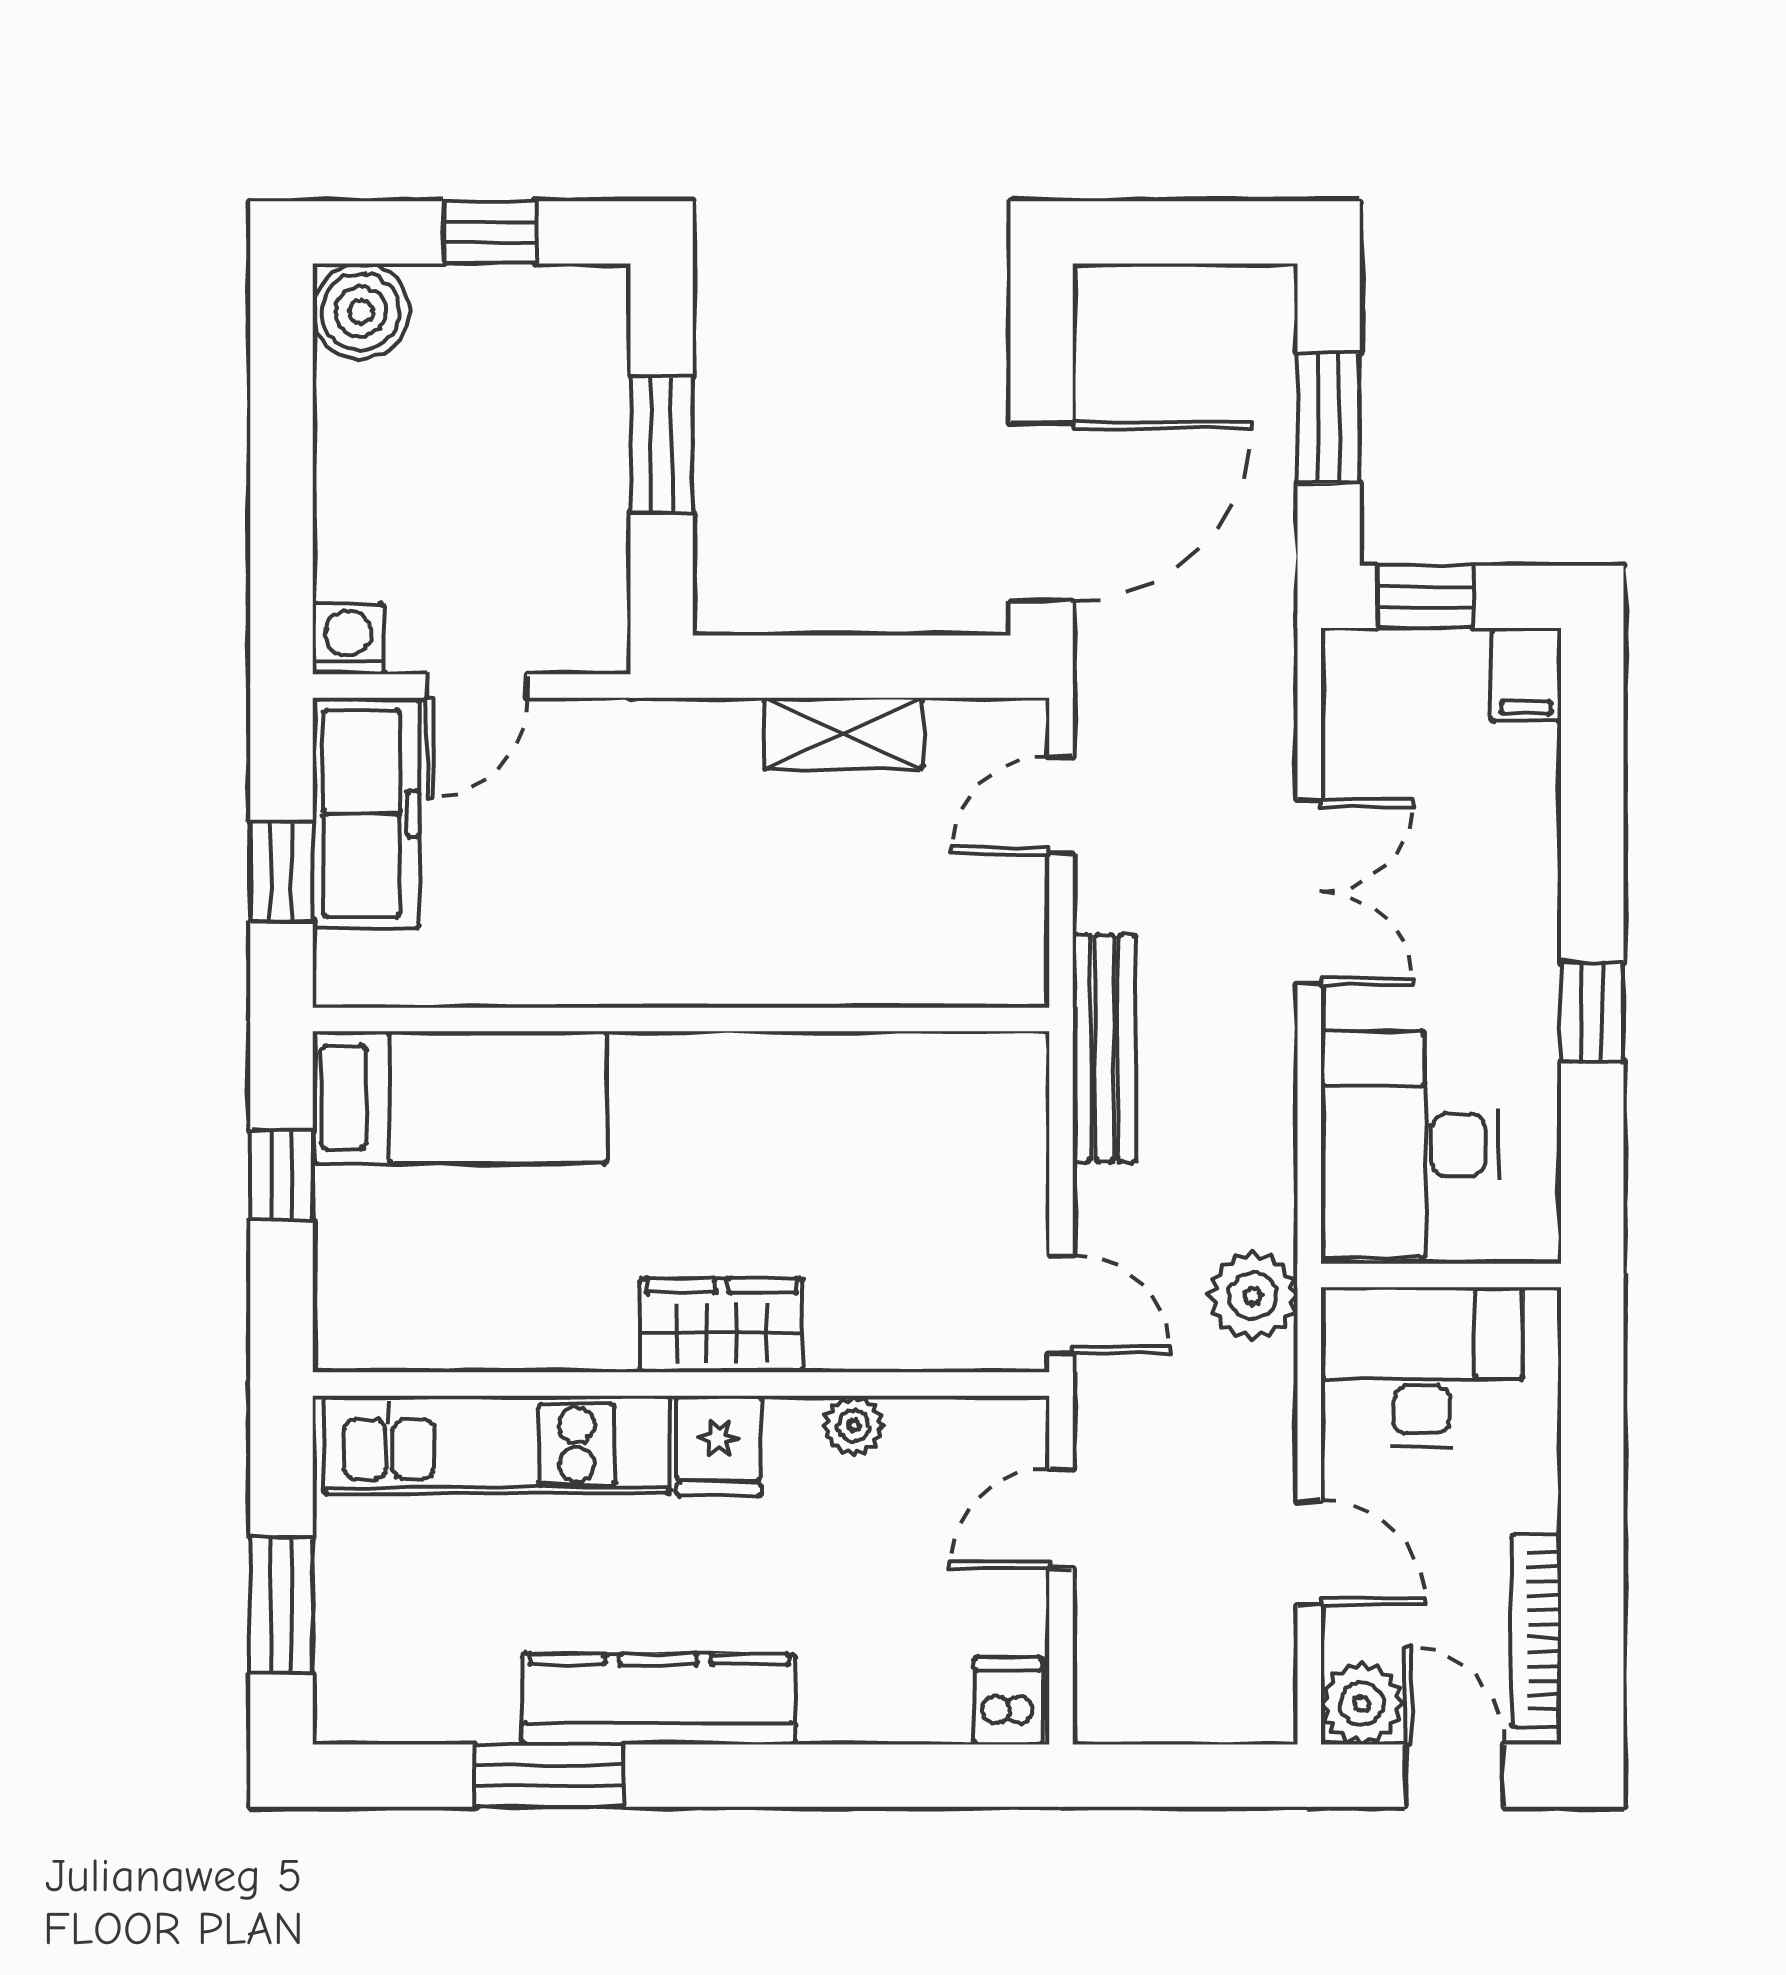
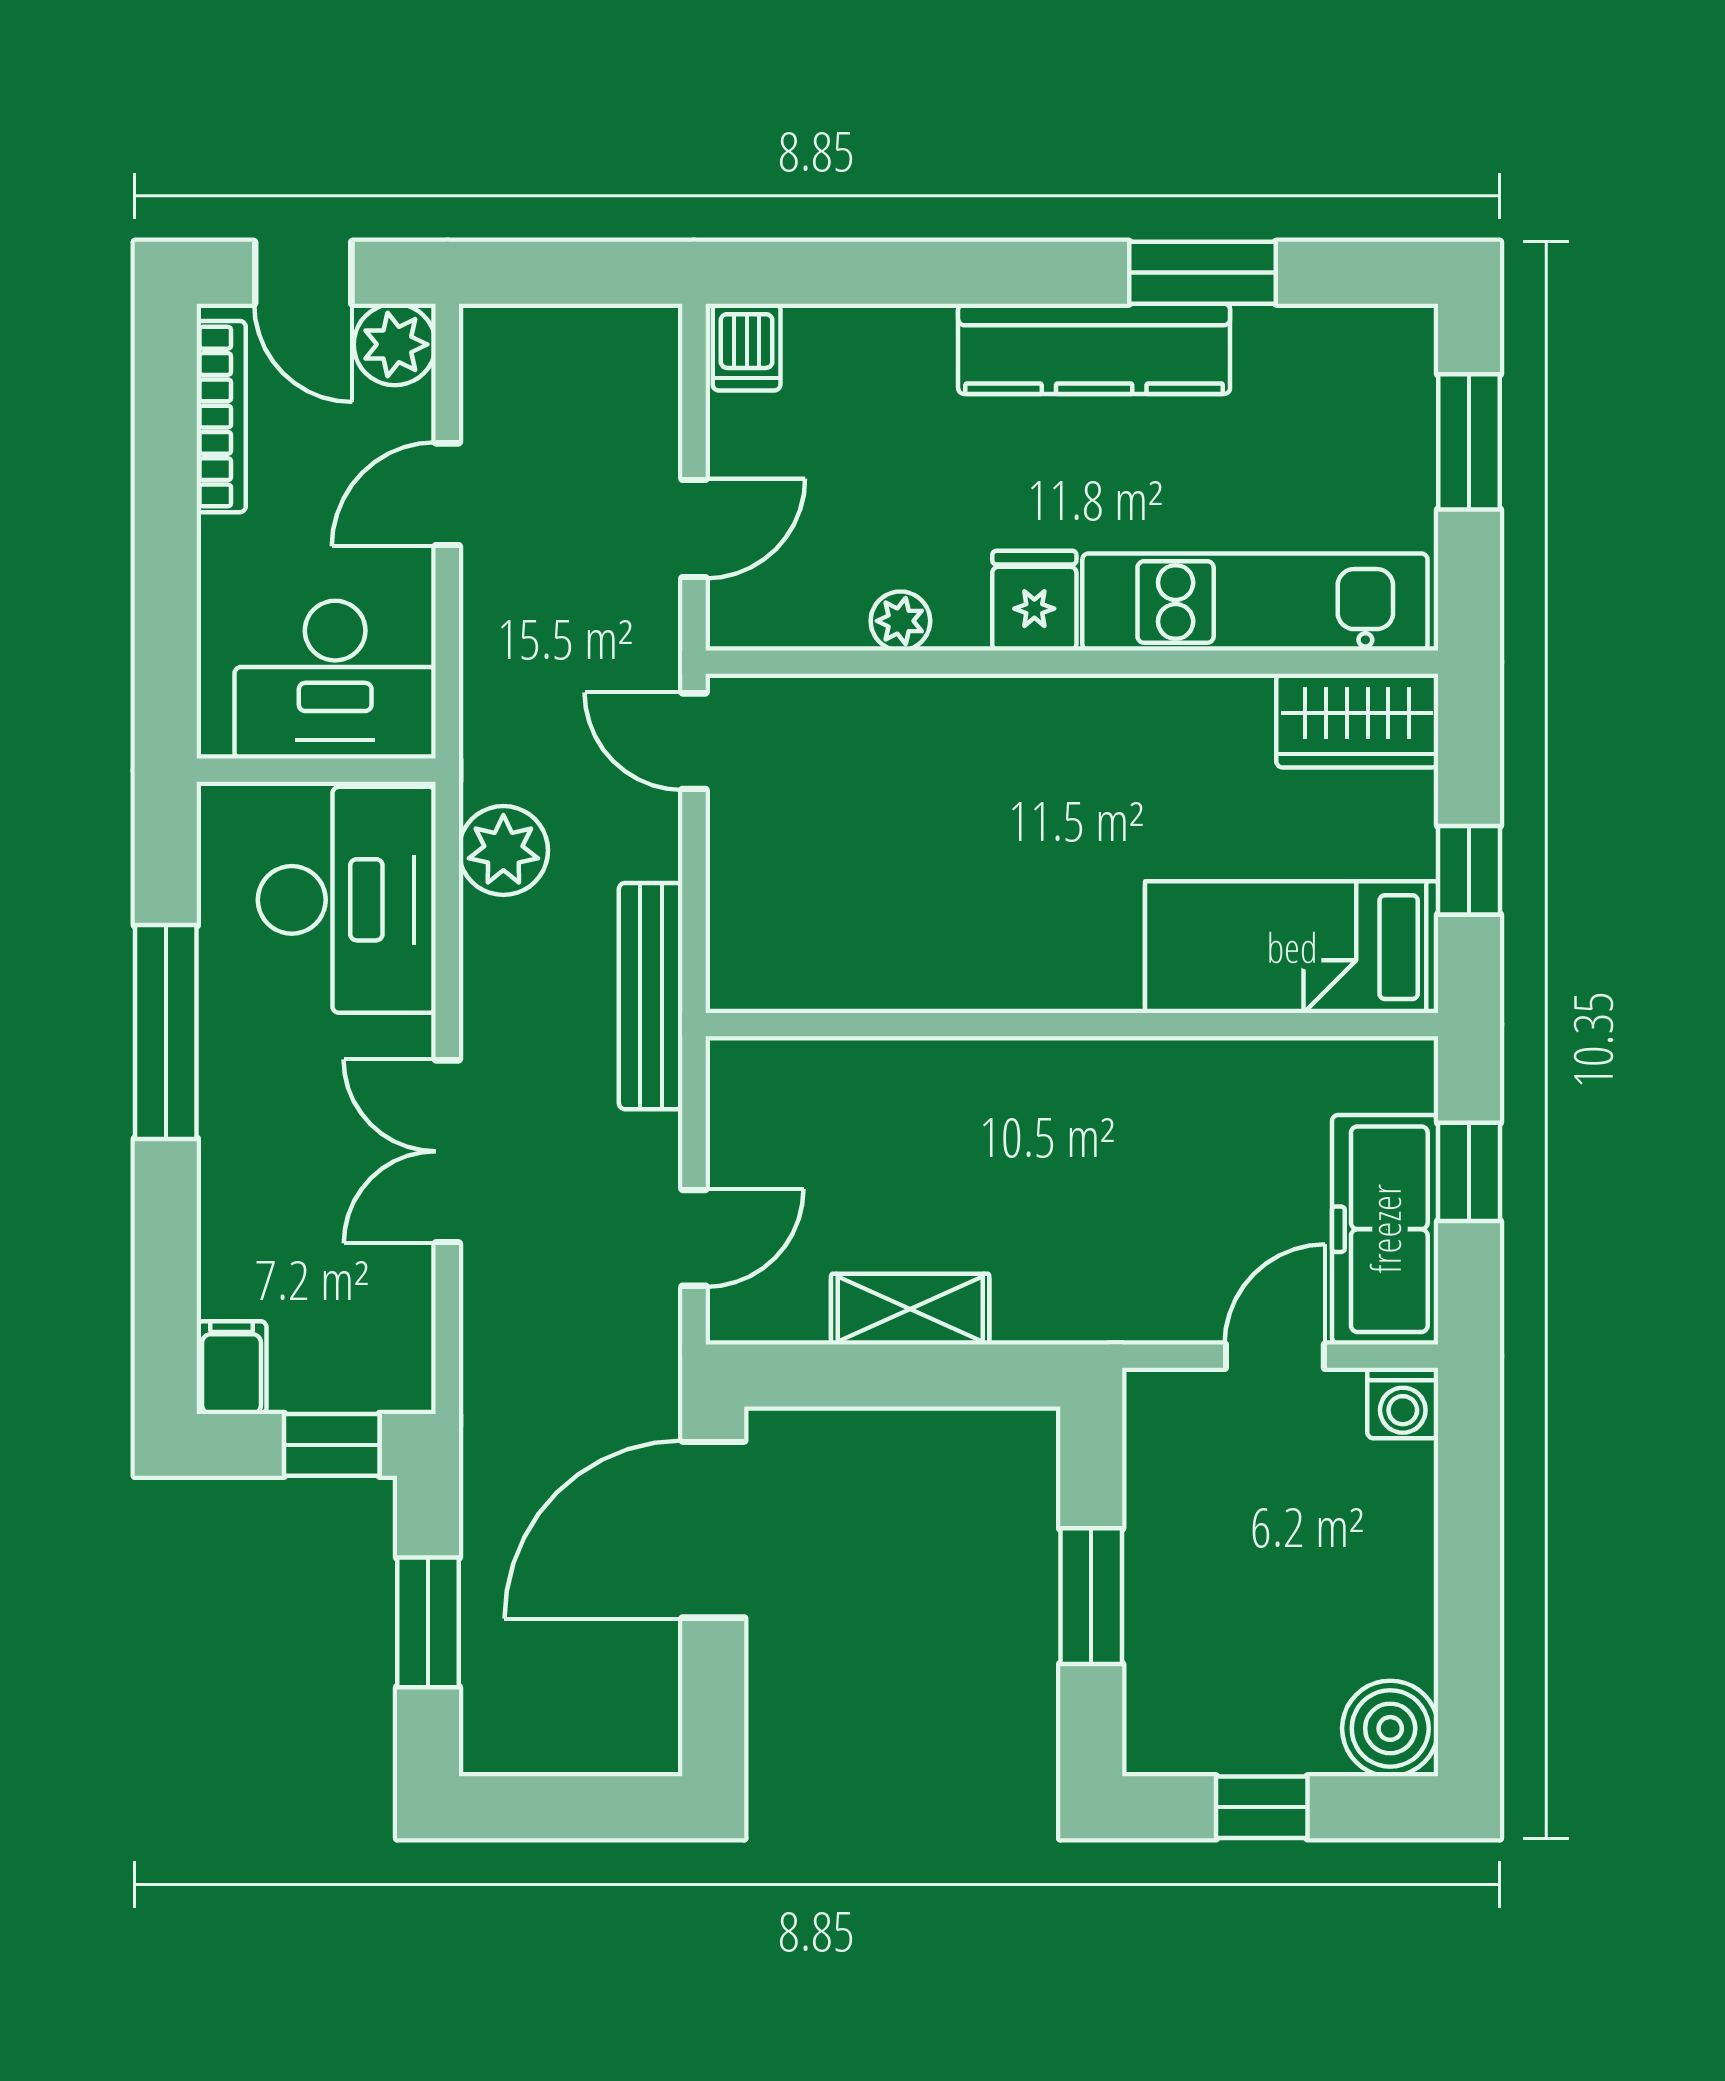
window: (1592, 1012) -> (166, 1032), width x2.17
plant: (1253, 1296) -> (503, 850), moved
wardrobe: (722, 1325) -> (1357, 721), moved
door: (1309, 1553) -> (447, 494), hinge flipped

